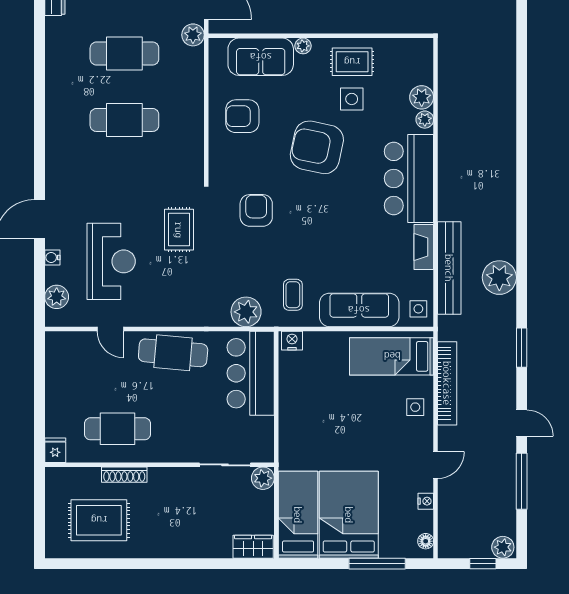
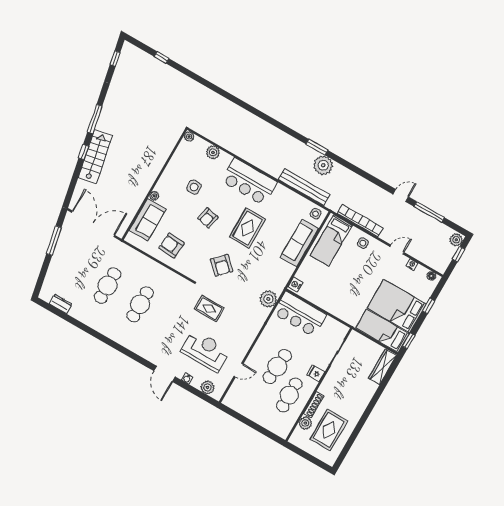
plant: (193, 35) -> (118, 247), removed
rug: (352, 62) -> (247, 228), moved, width x1.36, depth x1.43
armchair: (242, 116) -> (172, 245), turned 94
plant: (425, 120) -> (189, 137), moved
armchair: (317, 147) -> (208, 218), width x0.53, depth x0.53
armchair: (256, 210) -> (222, 265), turned -136
fireplace: (424, 247) -> (287, 194), removed
coffee table: (293, 295) -> (273, 271), removed
window: (522, 348) -> (317, 147), moved
cafe table: (173, 353) -> (277, 366), moved
fridge: (55, 450) -> (316, 373), moved
door: (436, 465) -> (397, 249), hinge flipped
plant: (263, 478) -> (305, 423), moved
wardrobe: (253, 547) -> (383, 367), width x1.50
window: (306, 564) -> (409, 341), added
window: (377, 564) -> (429, 306), width x0.46

